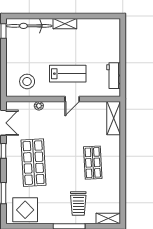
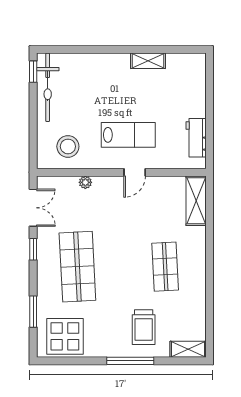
shelving: (65, 24) -> (148, 61), moved
bicycle: (29, 26) -> (48, 87), moved, turned -90

